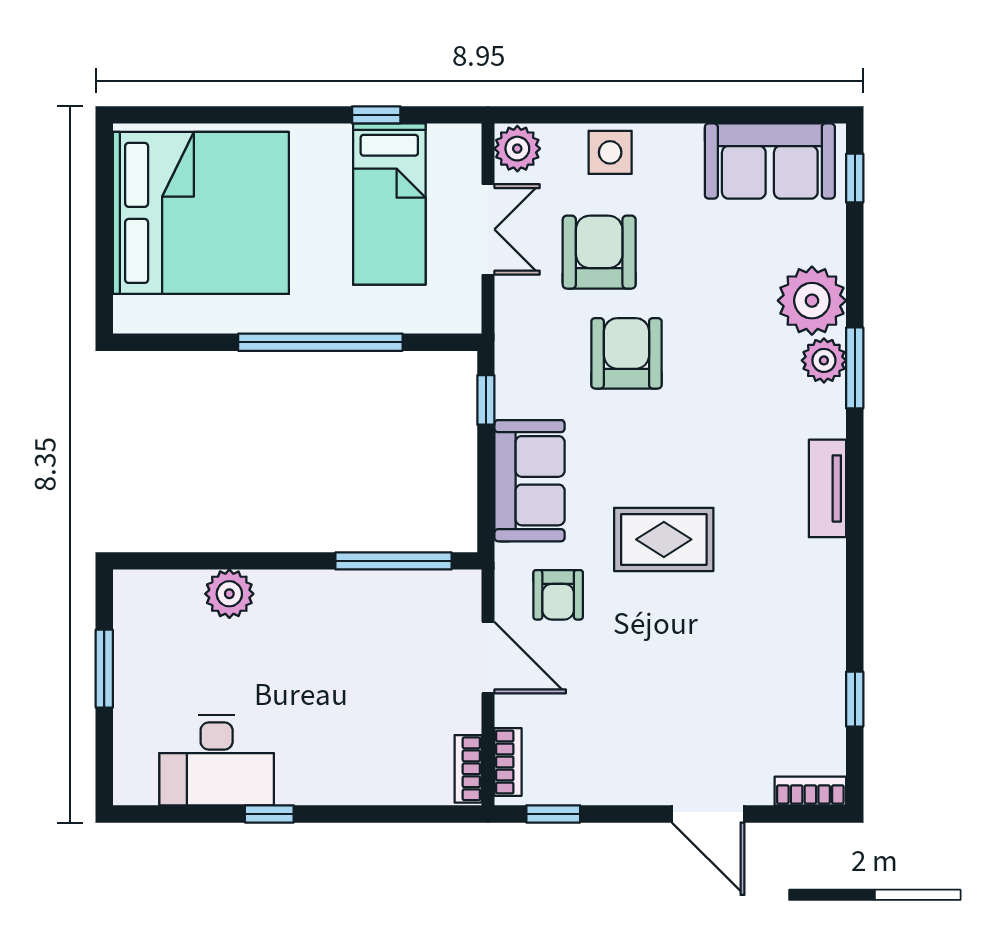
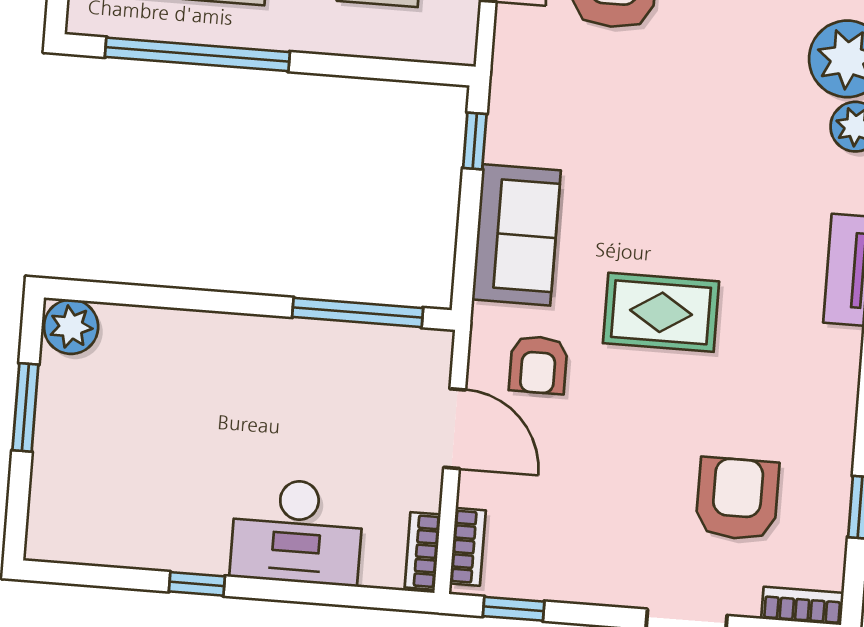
window: (320, 342) -> (197, 54), moved
armchair: (626, 353) -> (737, 499), moved
plant: (229, 594) -> (71, 327), moved
desk: (217, 760) -> (297, 532), moved

